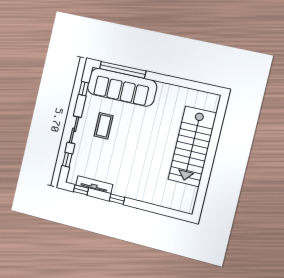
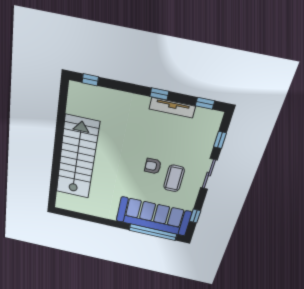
armchair: (122, 138) -> (153, 166), added
tv unit: (94, 185) -> (172, 108), moved
window: (174, 214) -> (90, 80), added

